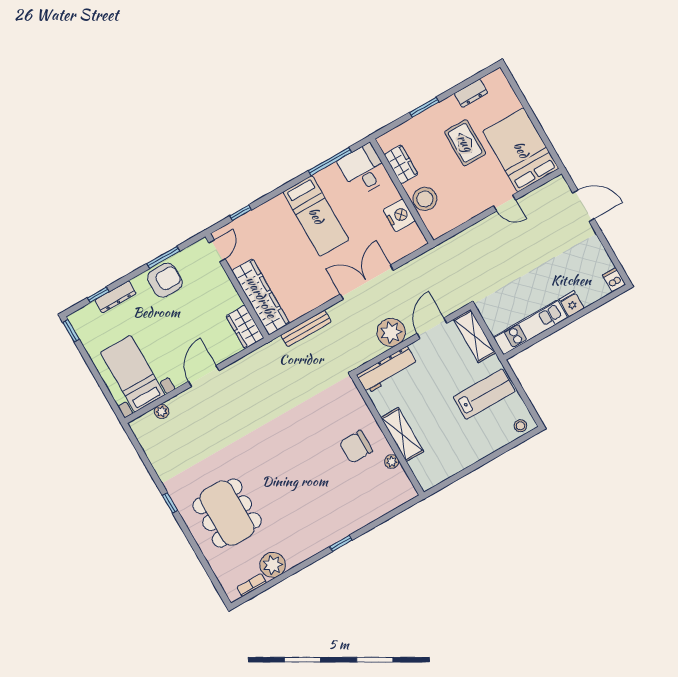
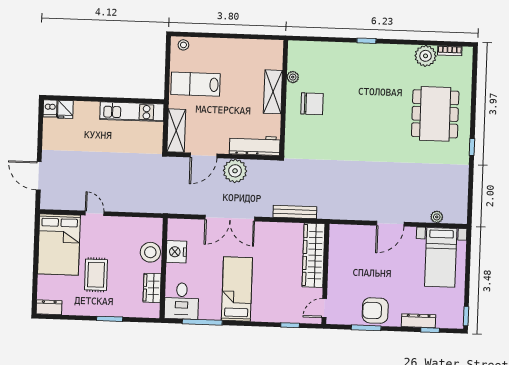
dresser: (471, 93) -> (49, 307), moved
fridge: (572, 304) -> (65, 109), moved
wardrobe: (245, 327) -> (338, 241), removed

